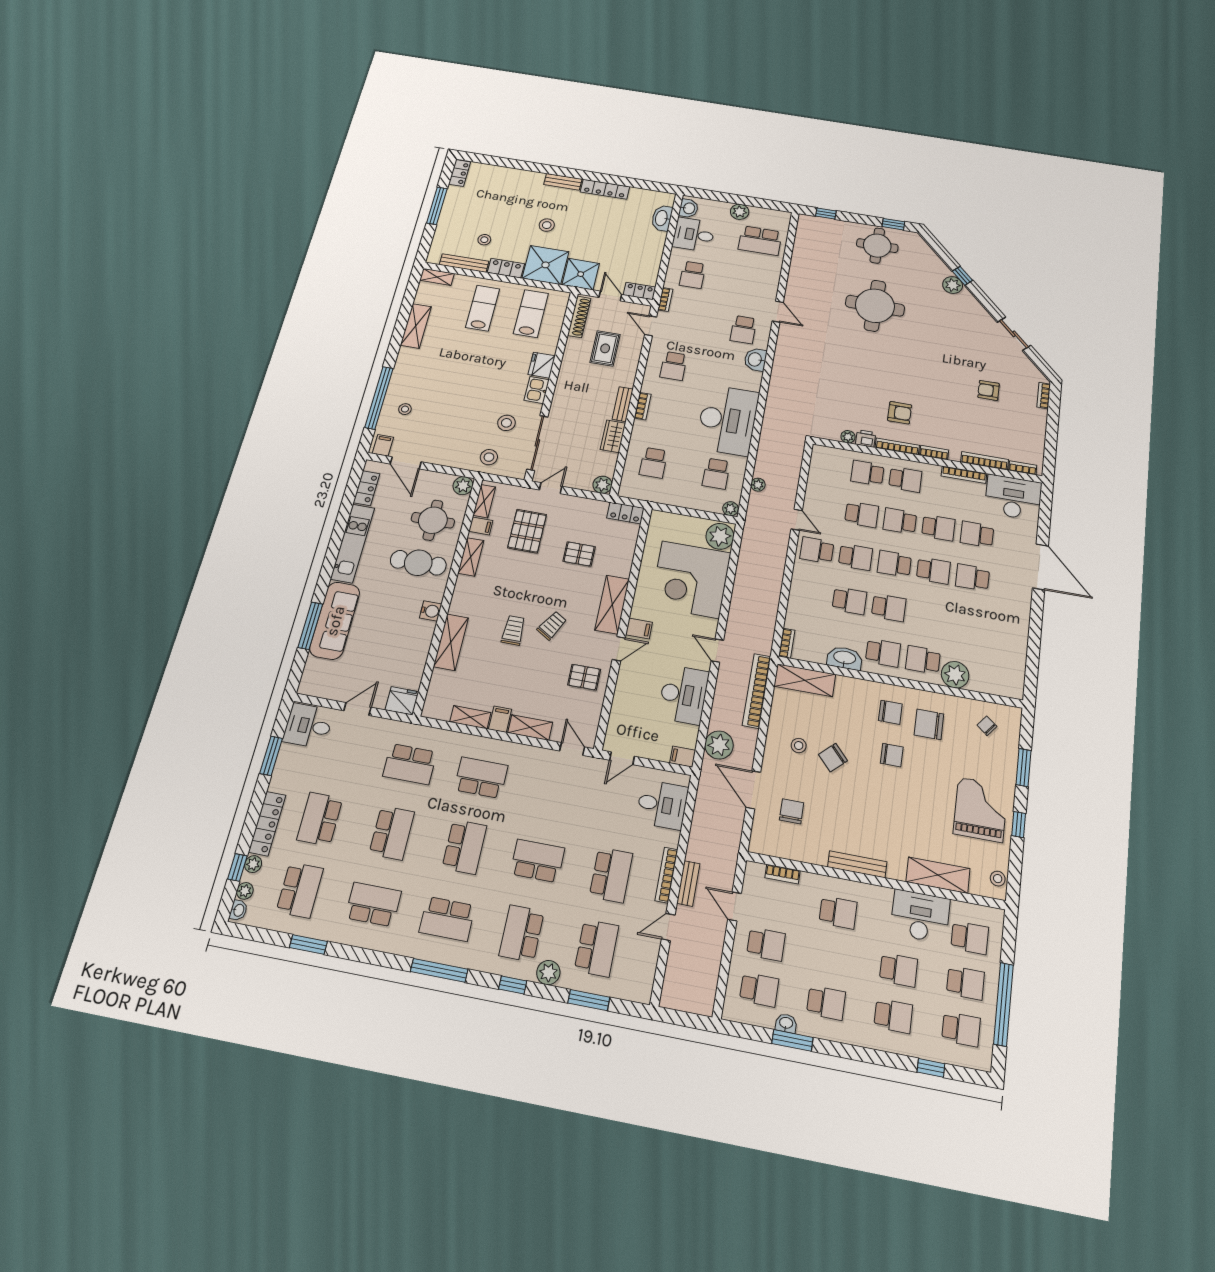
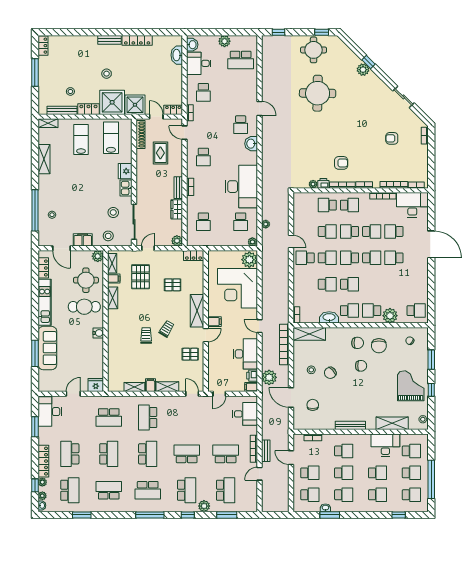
filing cabinet: (383, 445) -> (83, 240), moved, width x2.00
shelving: (451, 642) -> (114, 348), removed
school desk: (1003, 674) -> (416, 311), added
chair: (929, 724) -> (379, 346), turned -90
desk: (308, 726) -> (50, 412), width x1.37
printer: (688, 736) -> (252, 376), added
school desk: (481, 778) -> (148, 417), turned -90
school desk: (611, 875) -> (226, 454), turned -90
school desk: (522, 933) -> (187, 490), turned 180
school desk: (832, 957) -> (344, 473), added

